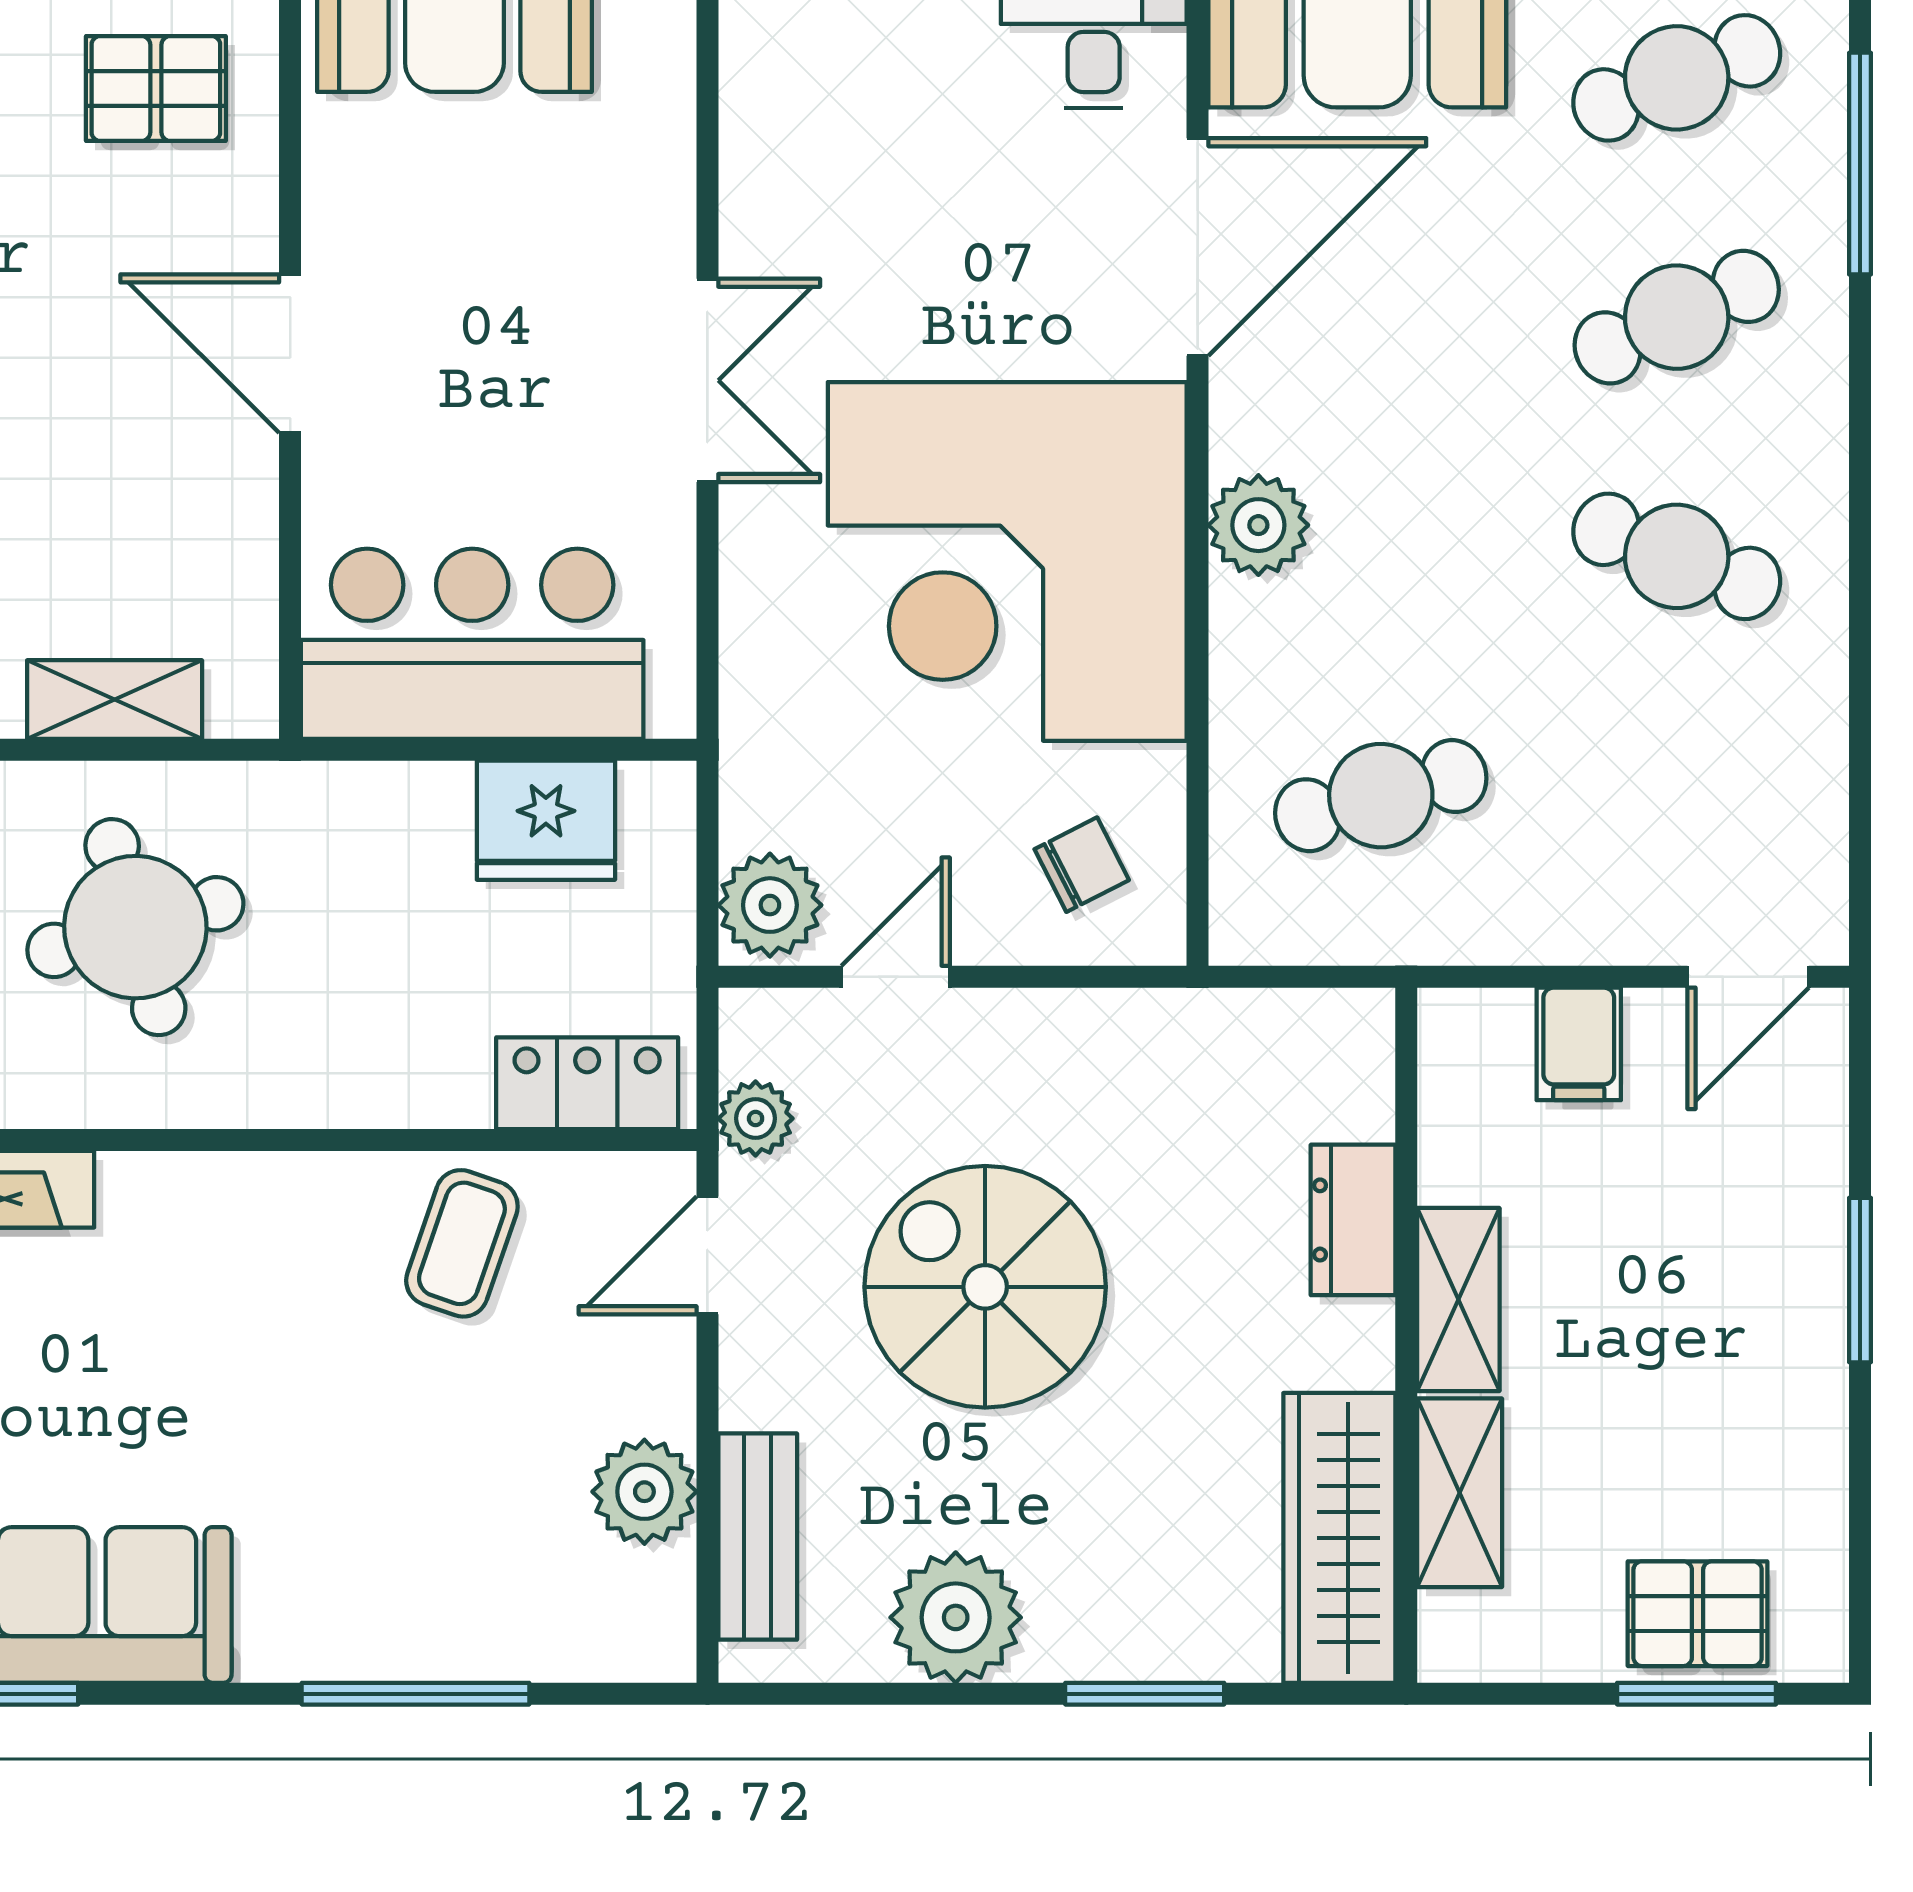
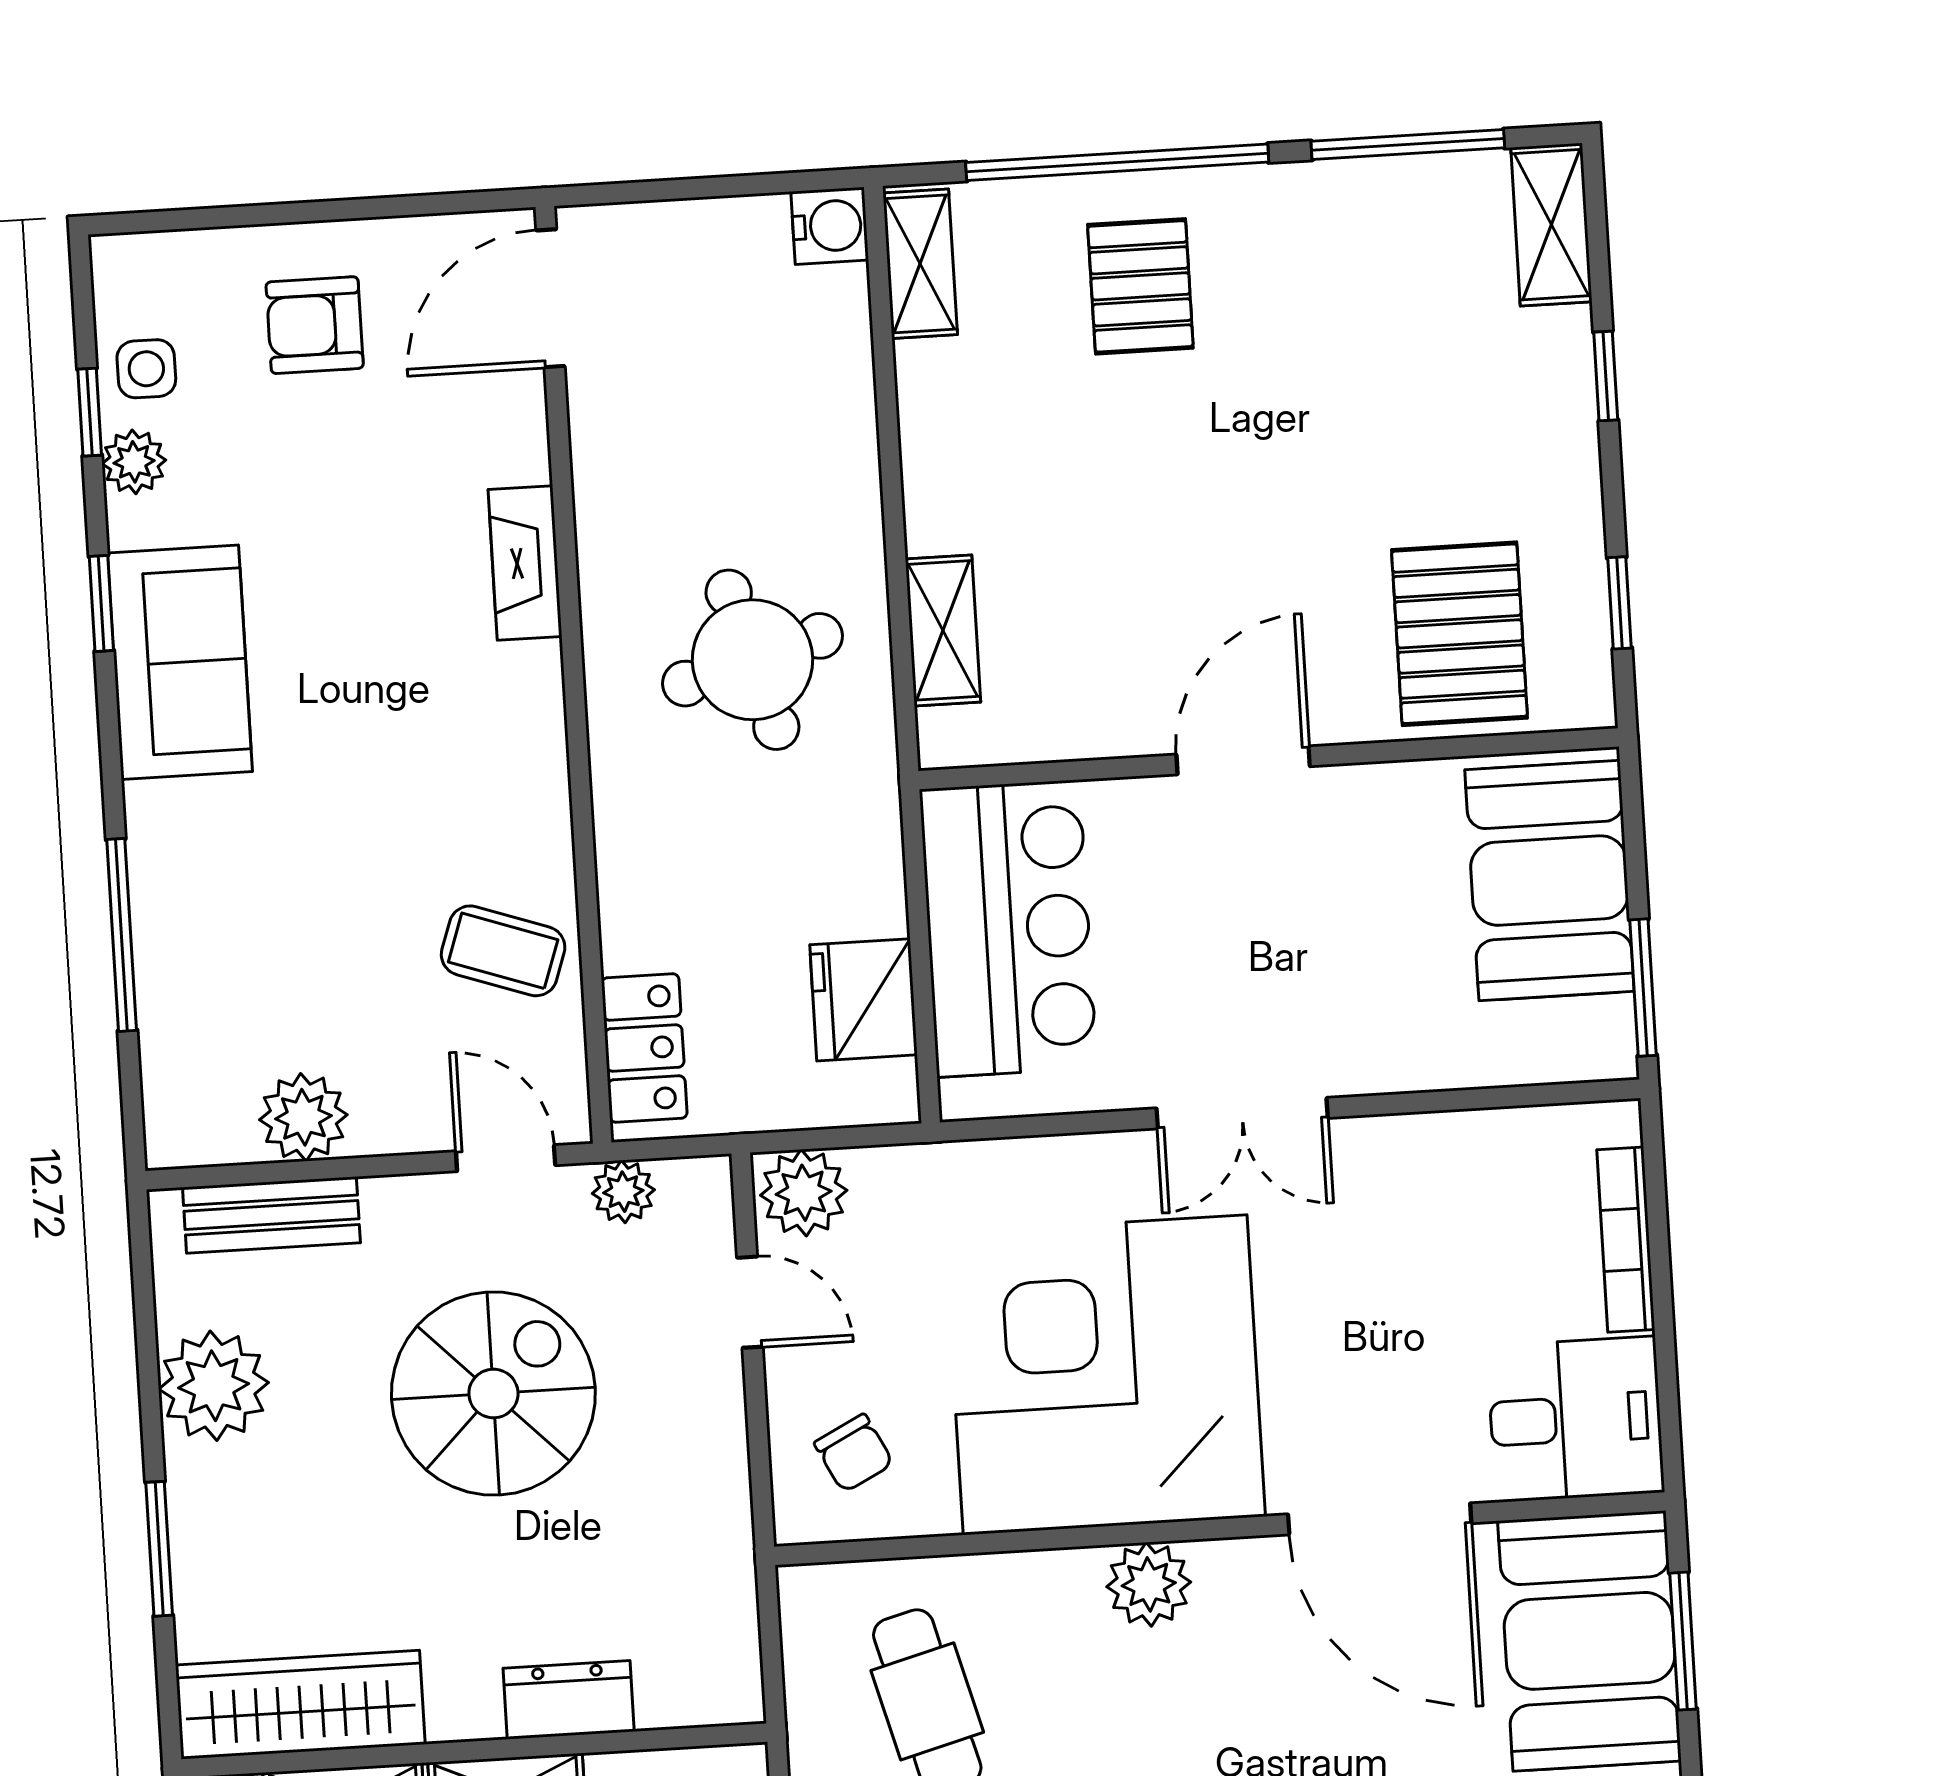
pallet: (156, 88) -> (1459, 634), width x1.50, depth x1.42

